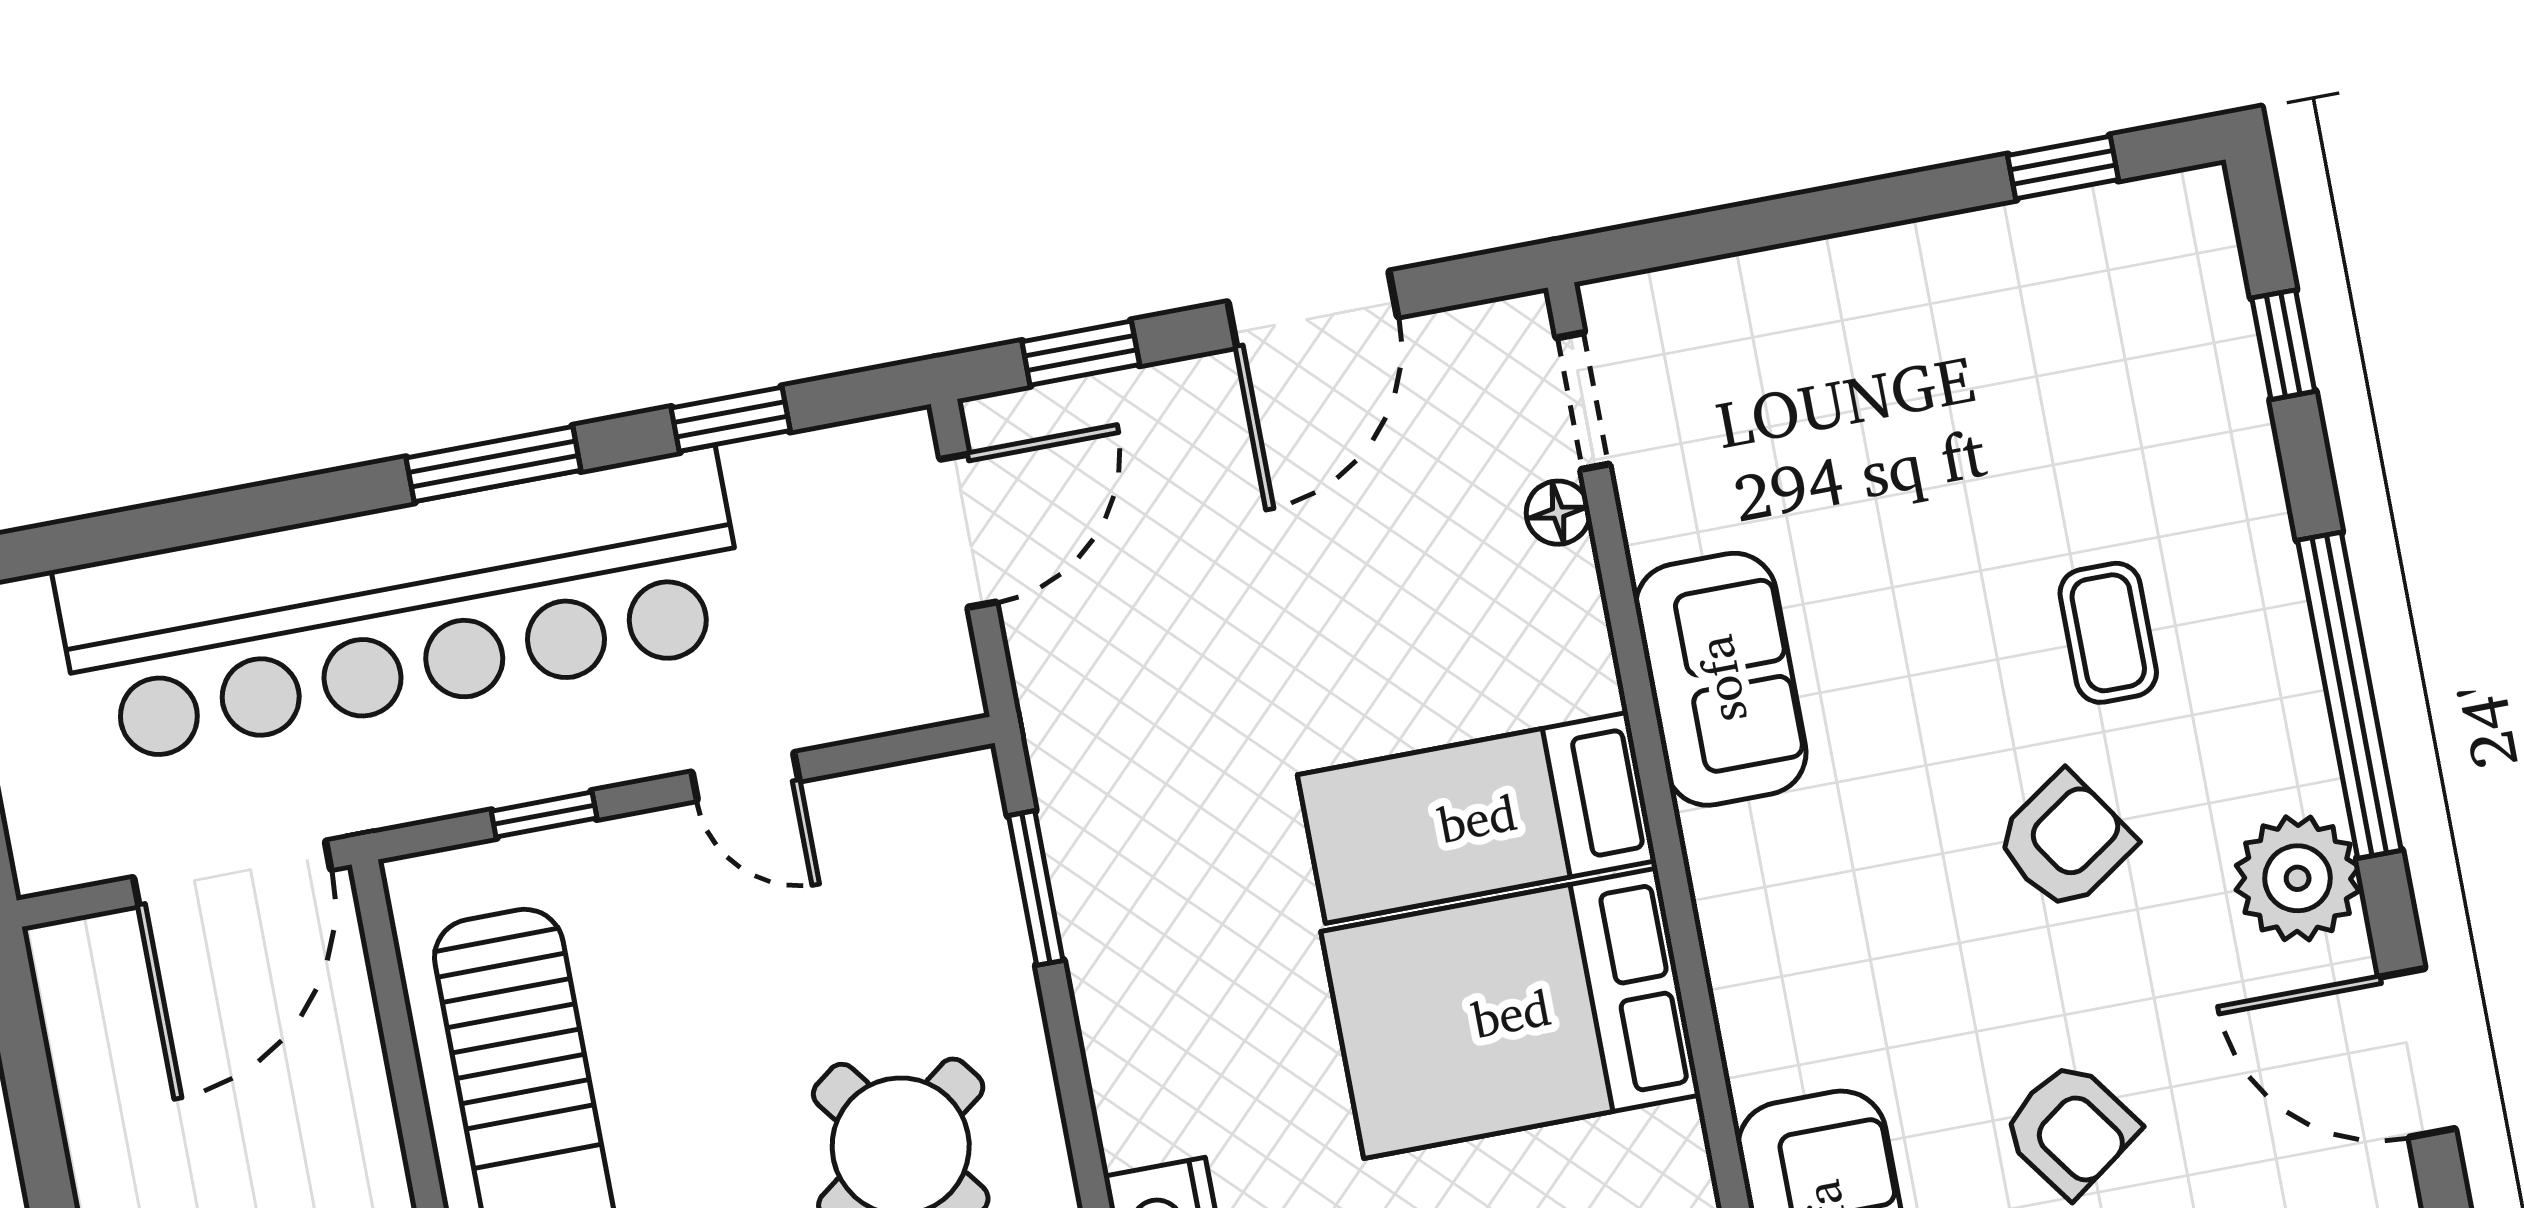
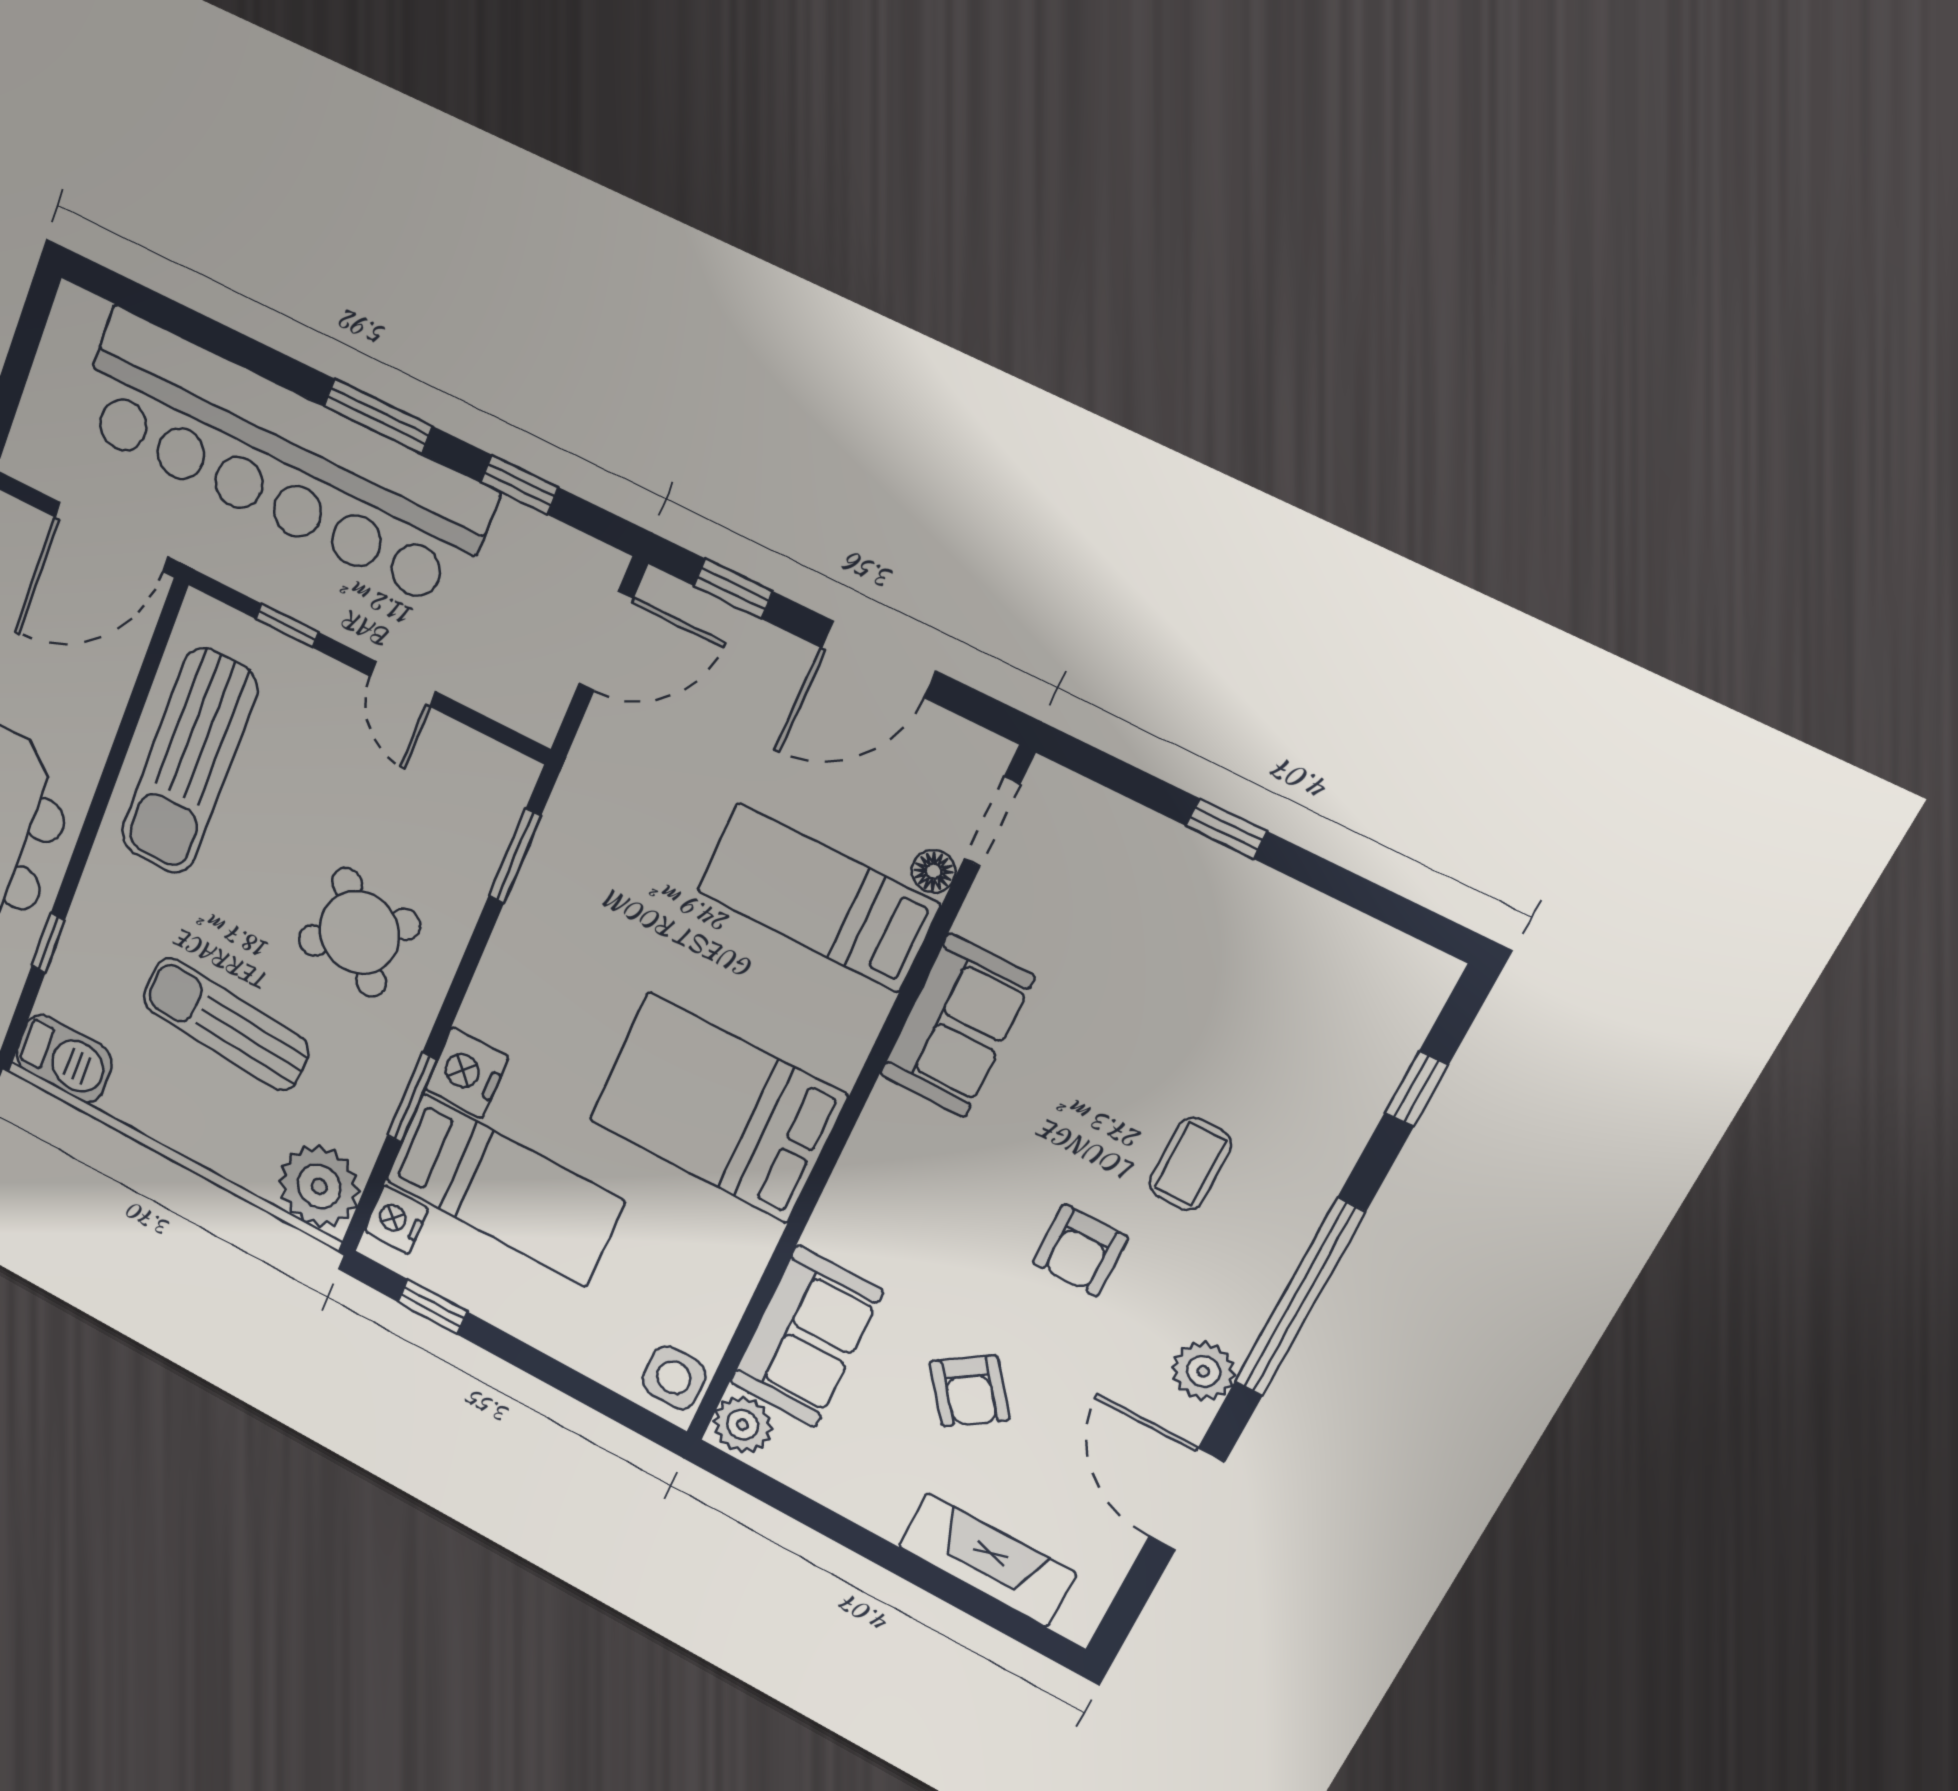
window: (2063, 167) -> (1227, 829), moved
bed: (1477, 818) -> (818, 898), moved
armchair: (2065, 841) -> (1080, 1250), turned 124
plant: (2298, 878) -> (1203, 1371), width x0.73, depth x0.73

